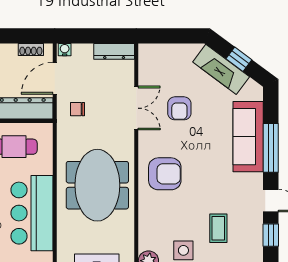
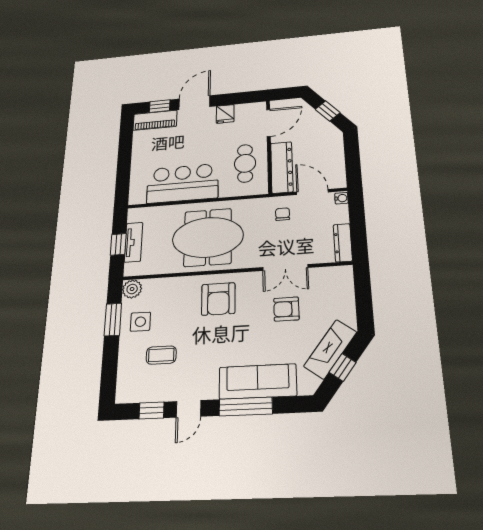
shoe rack: (31, 49) -> (340, 169), removed

